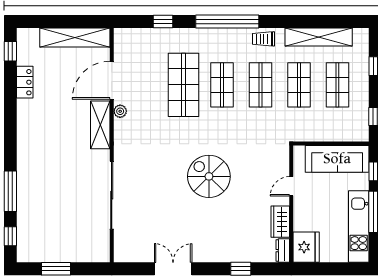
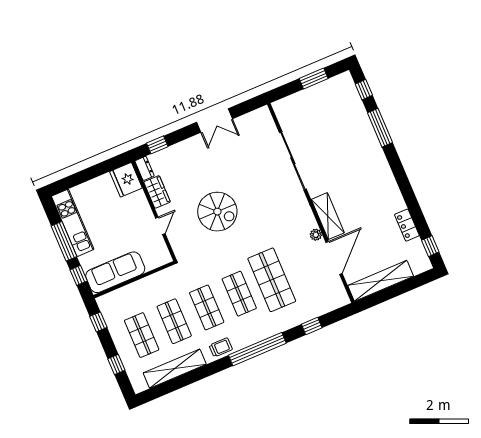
door: (291, 186) -> (160, 226), moved
wall: (291, 204) -> (154, 211), moved
wardrobe: (280, 222) -> (157, 192), moved
fridge: (306, 247) -> (126, 180), moved
dresser: (283, 251) -> (144, 168), moved

